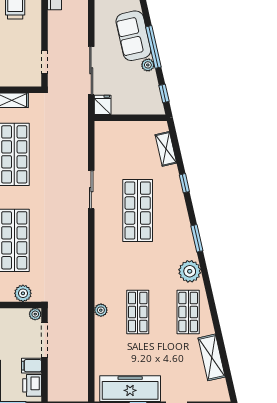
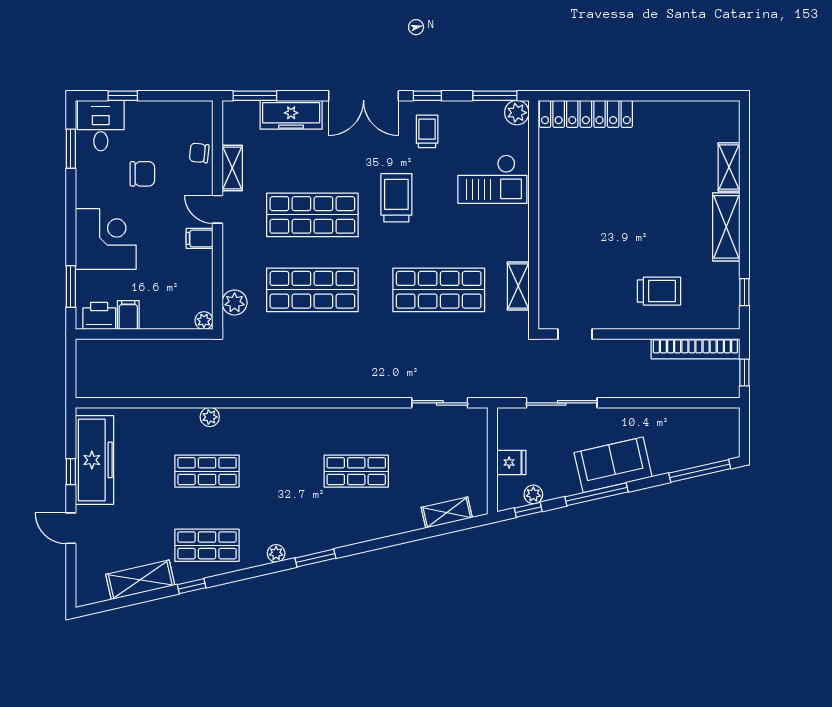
plant: (148, 65) -> (533, 494), moved
fridge: (103, 105) -> (511, 462), moved
window: (184, 183) -> (192, 586), moved
sliding door: (91, 190) -> (440, 403), moved
shop shelf: (138, 211) -> (356, 471), width x0.70, depth x0.74
plant: (190, 271) -> (276, 553), width x0.53, depth x0.53
doorway: (44, 340) -> (166, 334), removed

